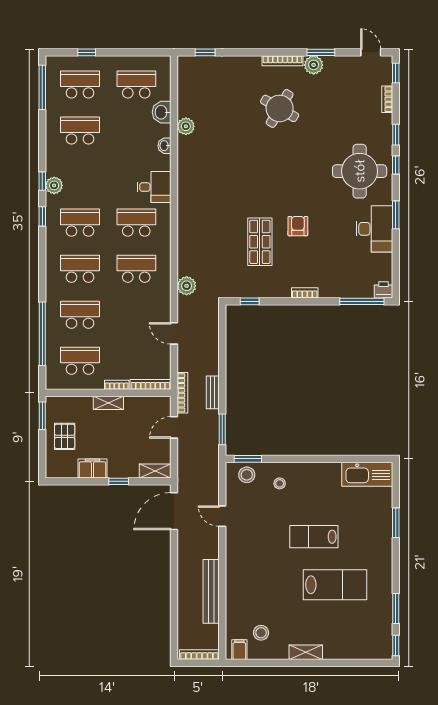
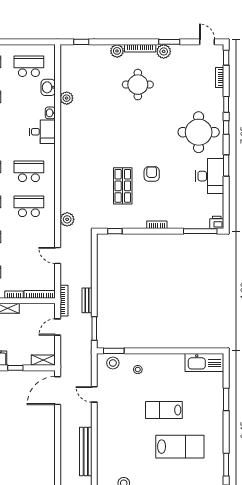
plant: (252, 64) -> (117, 51), added
round table: (280, 108) -> (138, 85), turned -30
desk: (154, 187) -> (42, 132), moved

